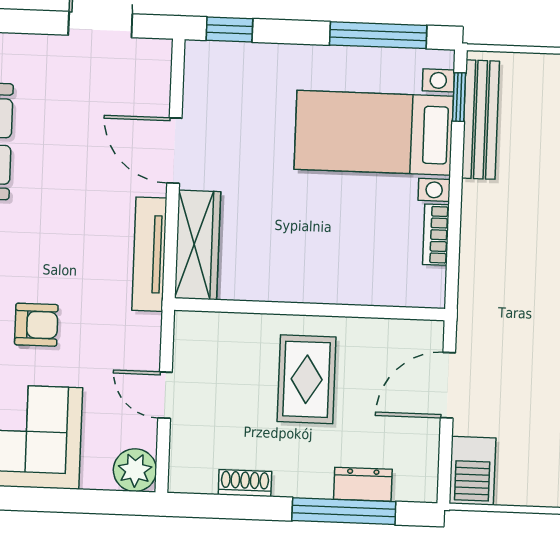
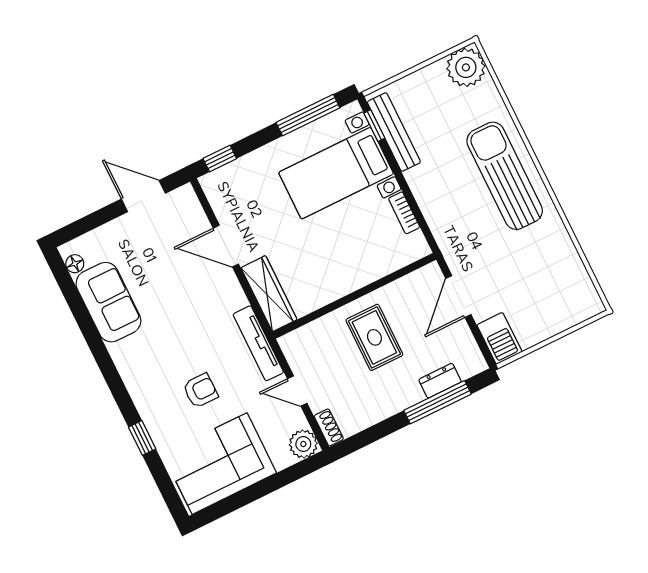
tv unit: (149, 254) -> (258, 343), moved
shoe rack: (245, 483) -> (329, 427), moved, turned 90

